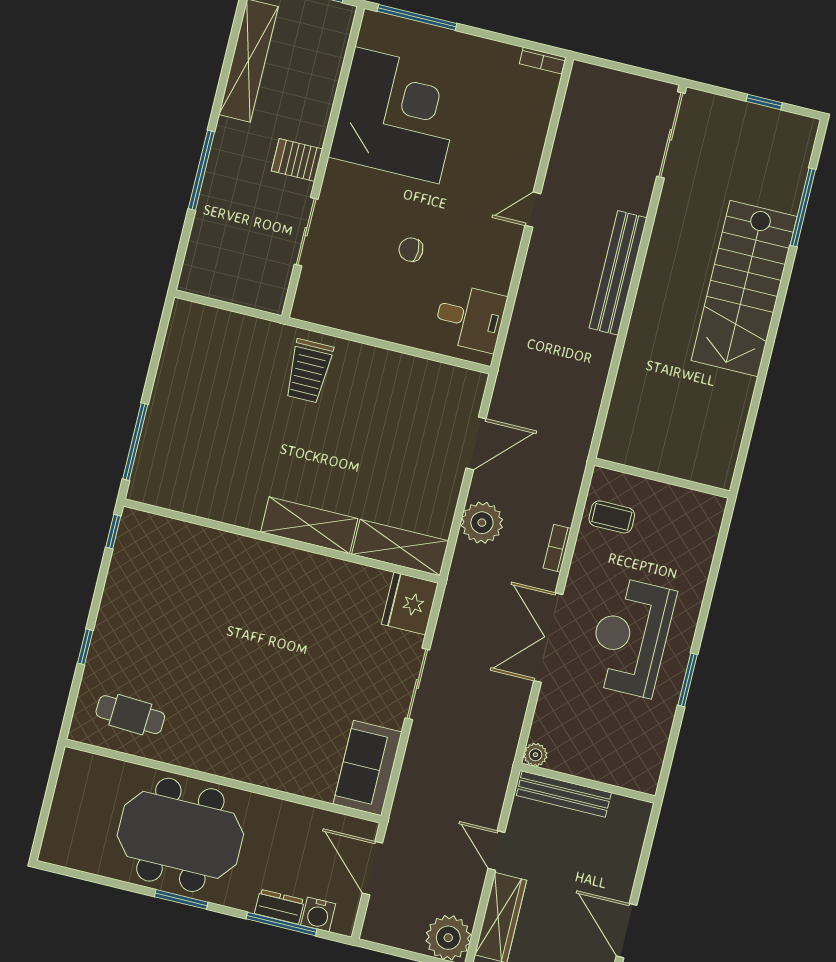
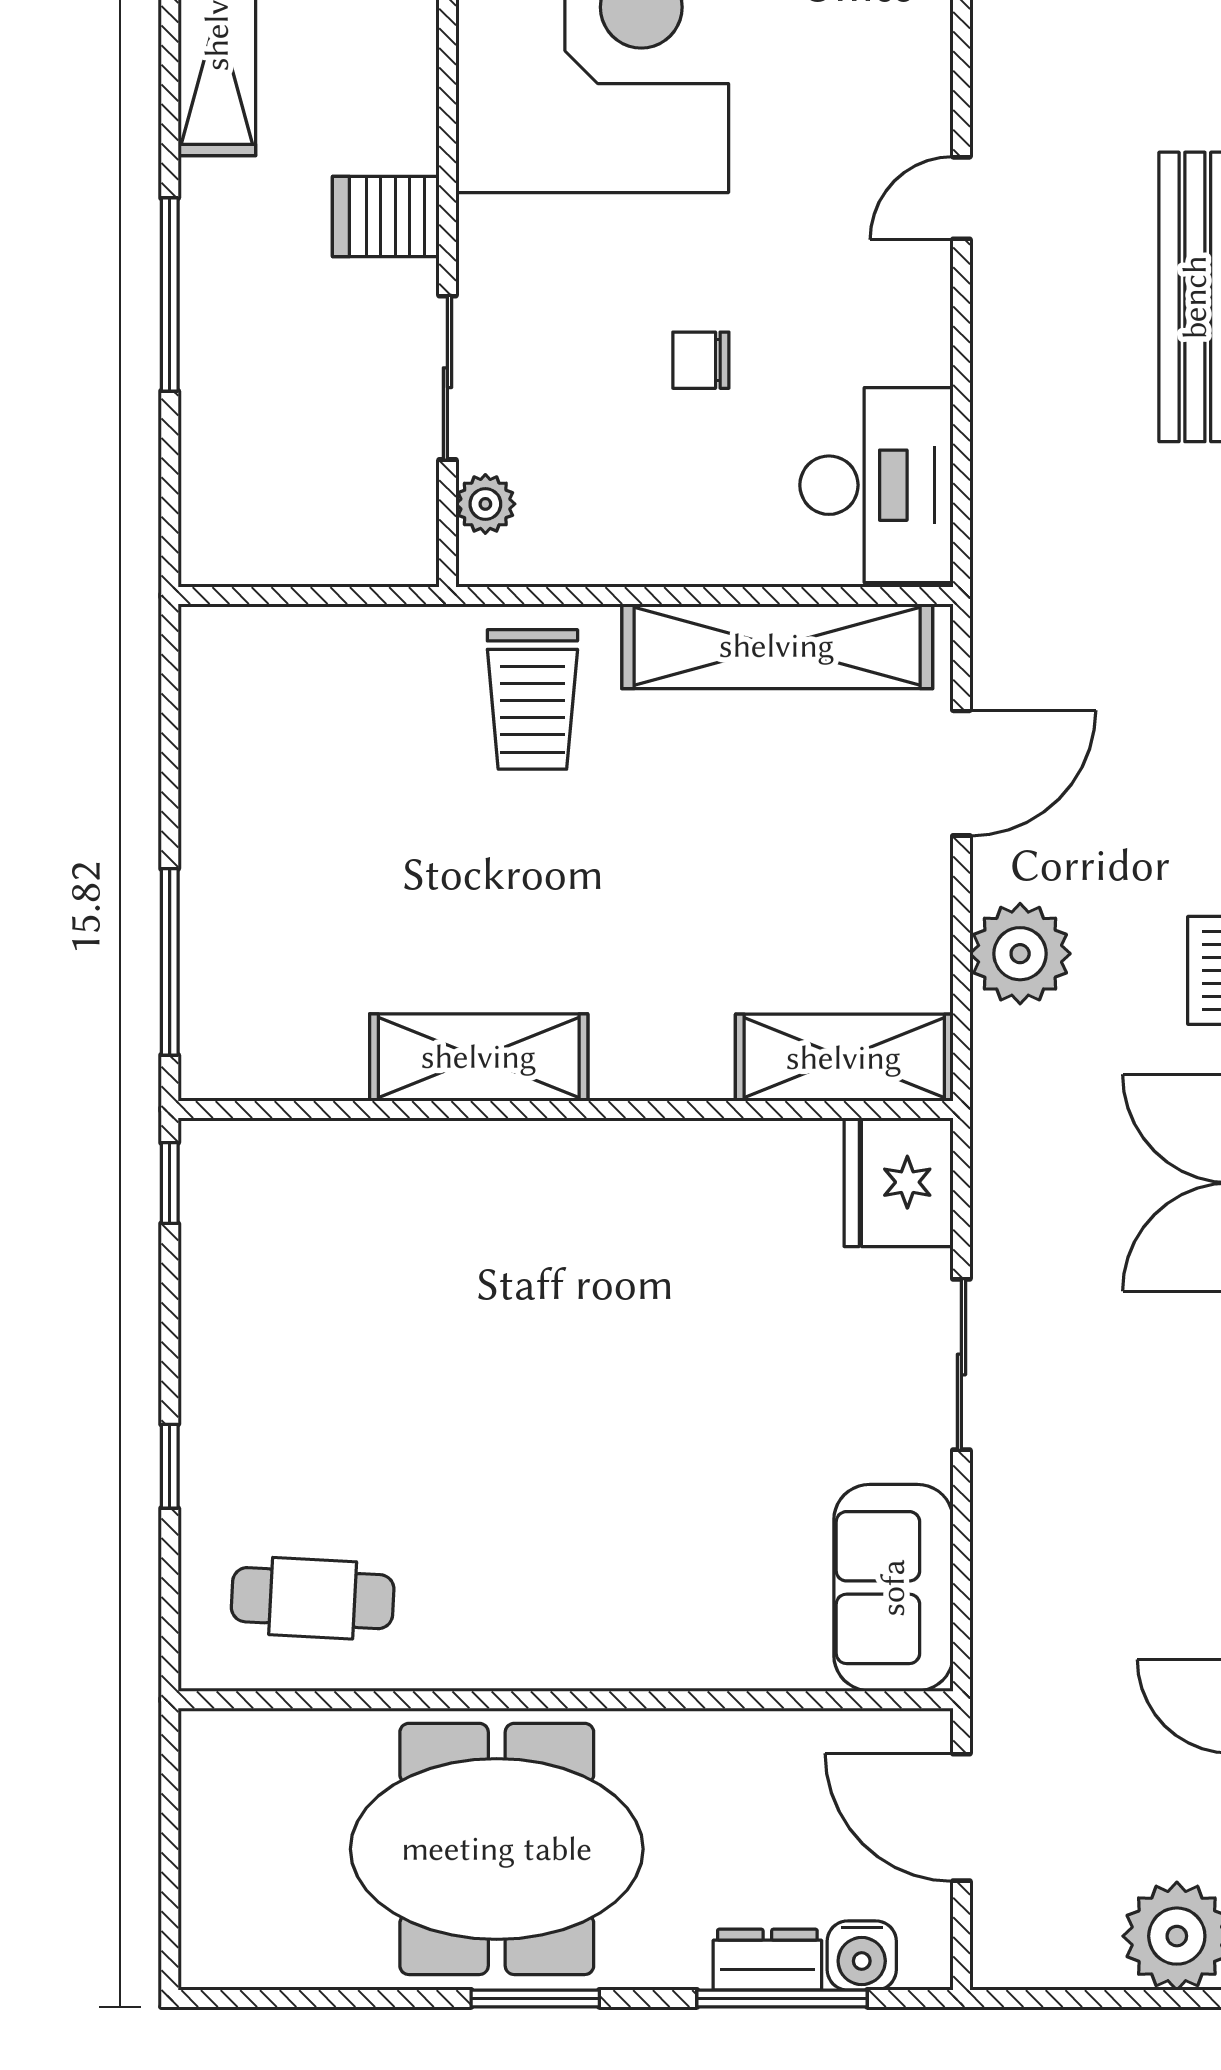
plant: (309, 287) -> (485, 504), added
desk: (470, 318) -> (876, 485), width x1.37
shelving: (414, 374) -> (777, 646), added
shelving: (309, 525) -> (479, 1057), moved

